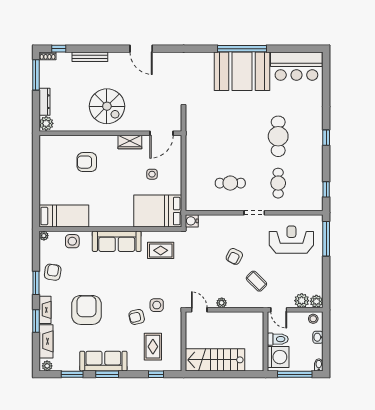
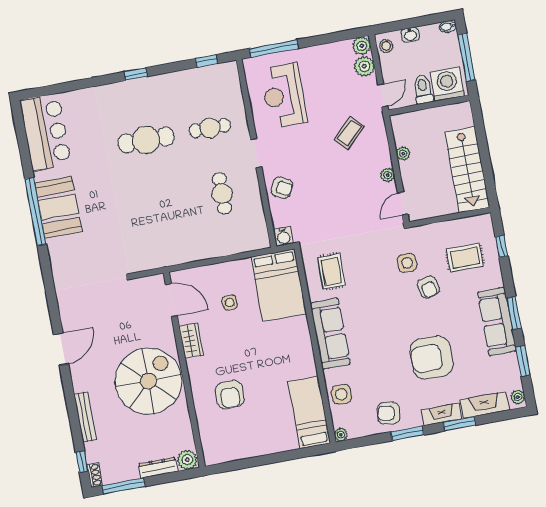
booth: (242, 71) -> (58, 207), width x0.73, depth x0.70
spiral stairs: (107, 106) -> (148, 381), width x1.37, depth x1.37
armchair: (234, 256) -> (282, 188), moved
plant: (235, 317) -> (403, 154), added

